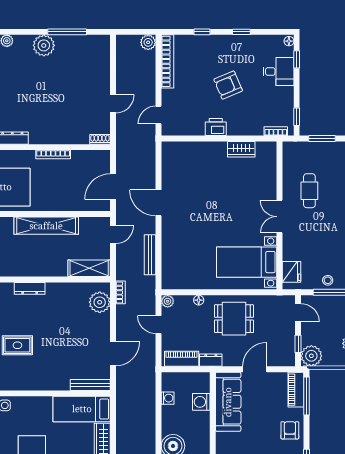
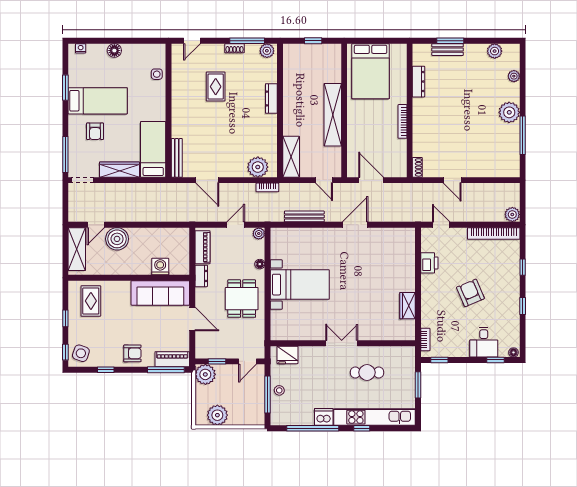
printer: (216, 127) -> (429, 263), moved
bed with nightstands: (247, 262) -> (300, 285), moved, turned 90
washing machine: (168, 398) -> (164, 234), removed

